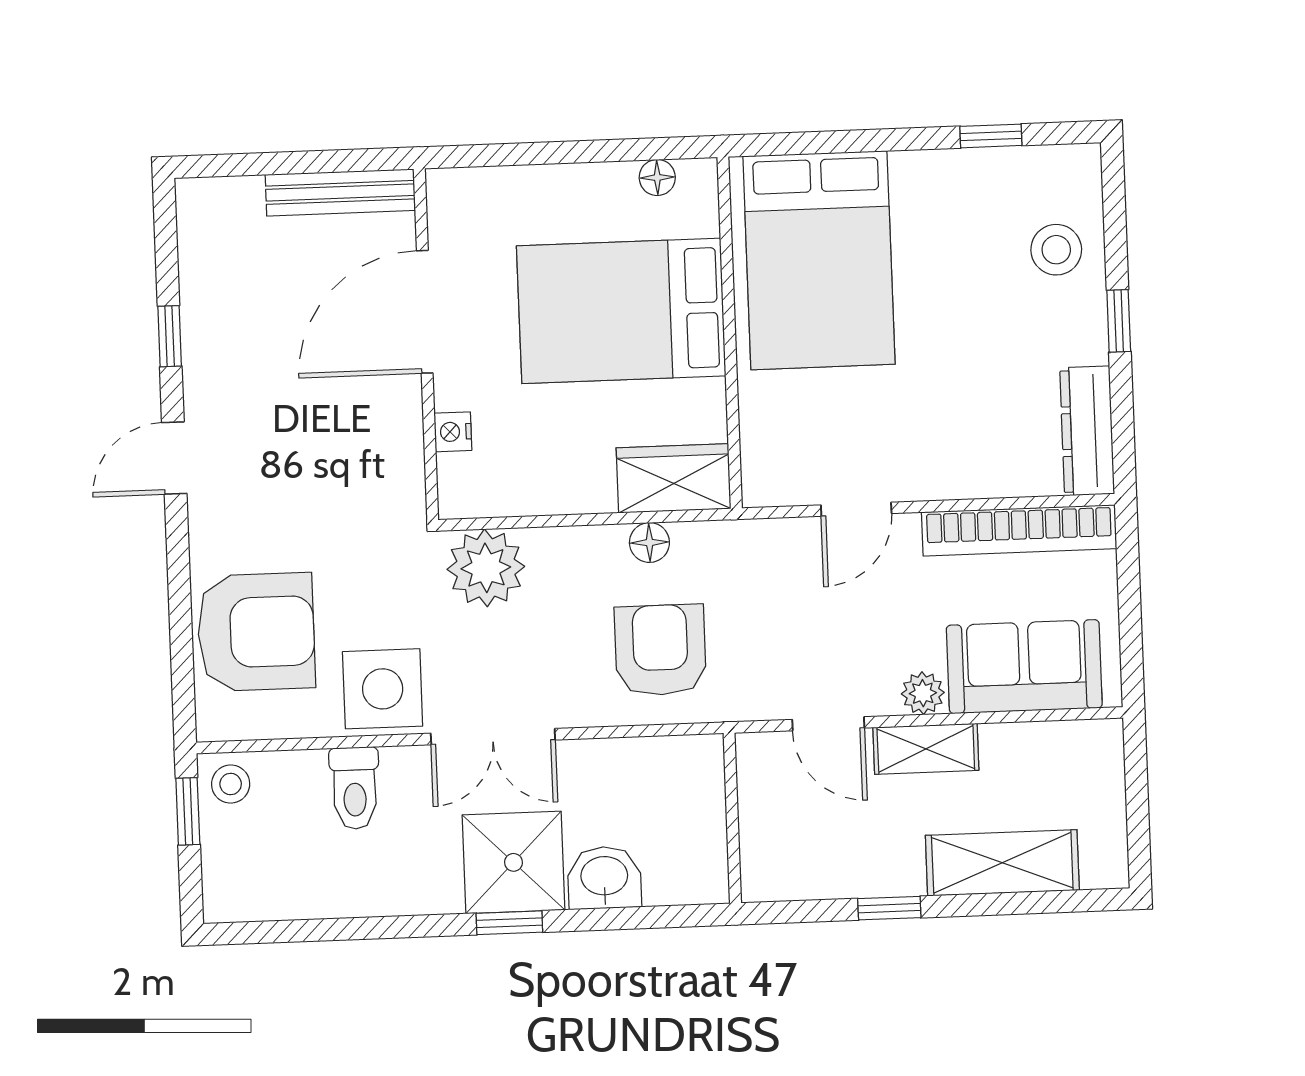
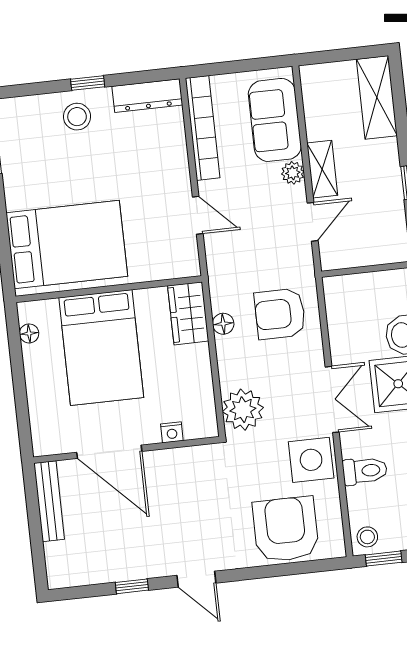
stool: (1056, 250) -> (77, 117), moved
shelving: (1002, 863) -> (377, 97), moved

